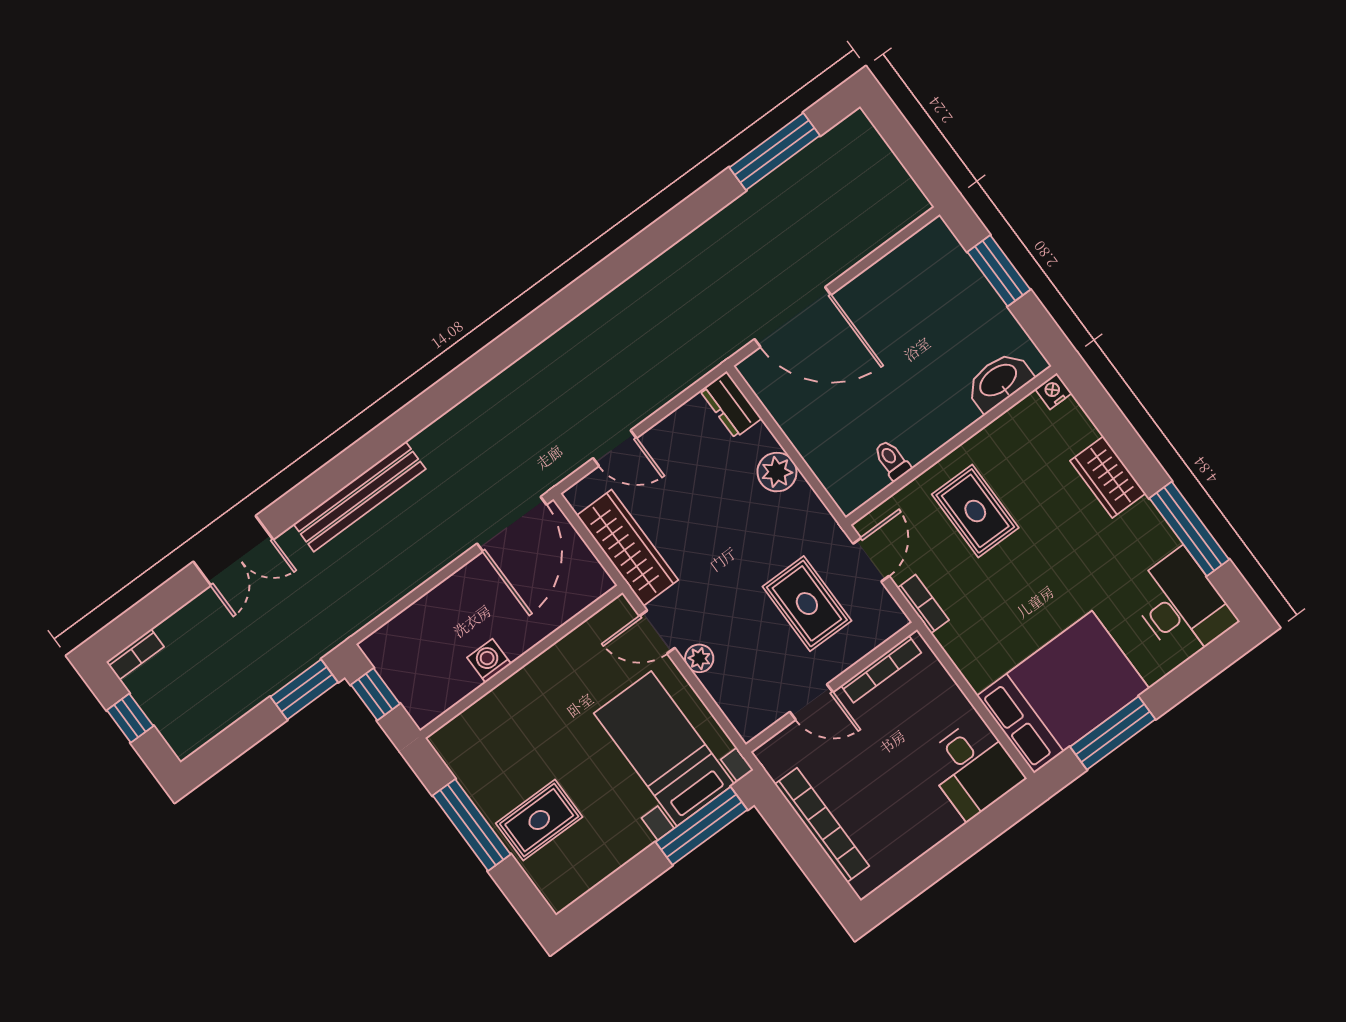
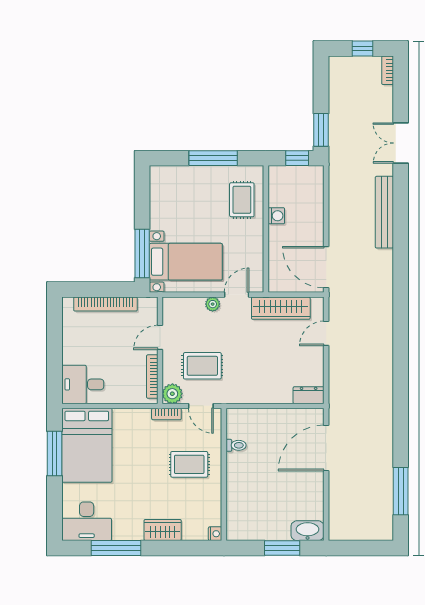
washbasin: (999, 381) -> (308, 531), moved, turned -90
plant: (777, 472) -> (172, 394), moved
rug: (539, 820) -> (242, 200), moved

